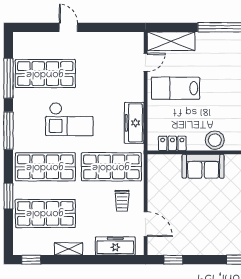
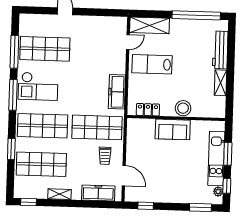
checkout: (69, 119) -> (38, 86), moved

